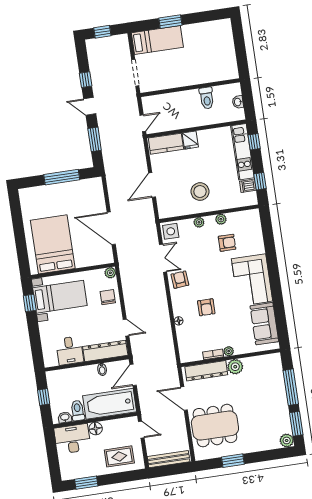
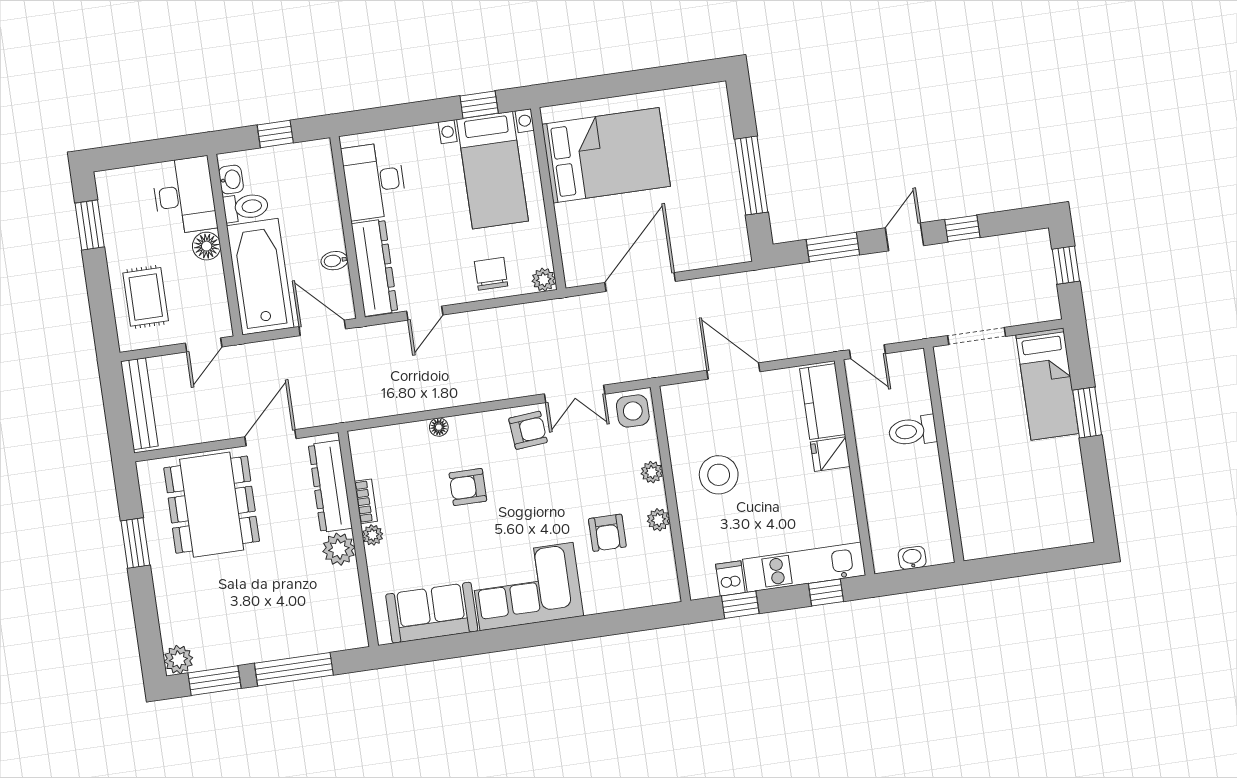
toilet: (207, 98) -> (913, 431), moved
chair: (108, 297) -> (491, 274), turned -90
desk: (70, 351) -> (374, 181), width x1.37

